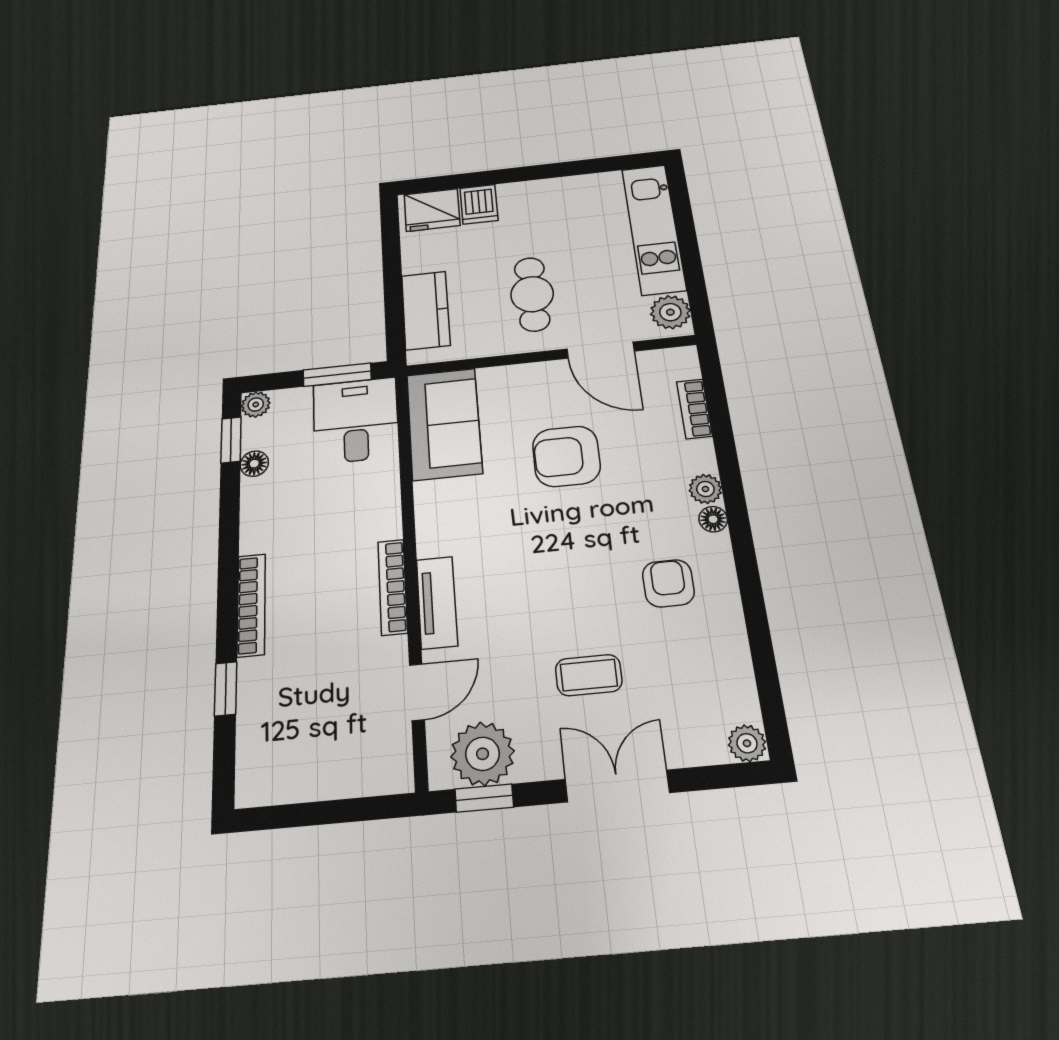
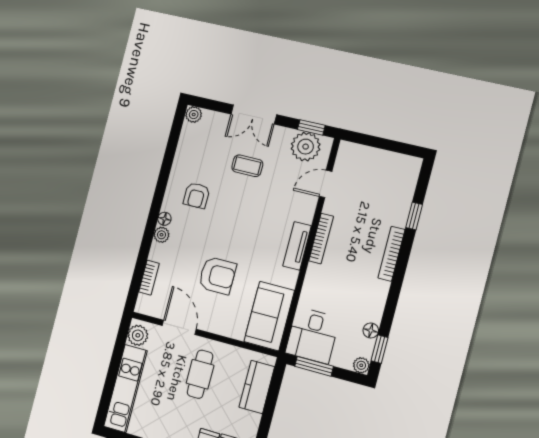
tv unit: (437, 602) -> (297, 246), moved

